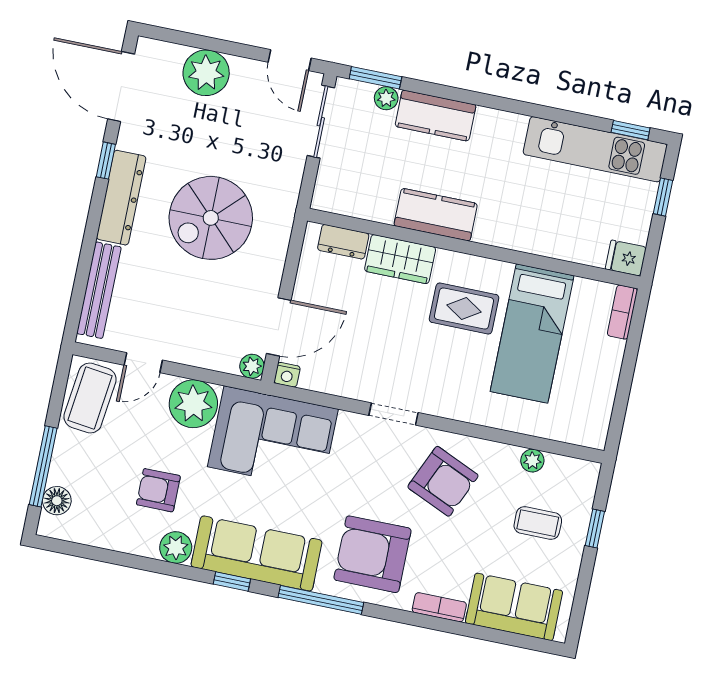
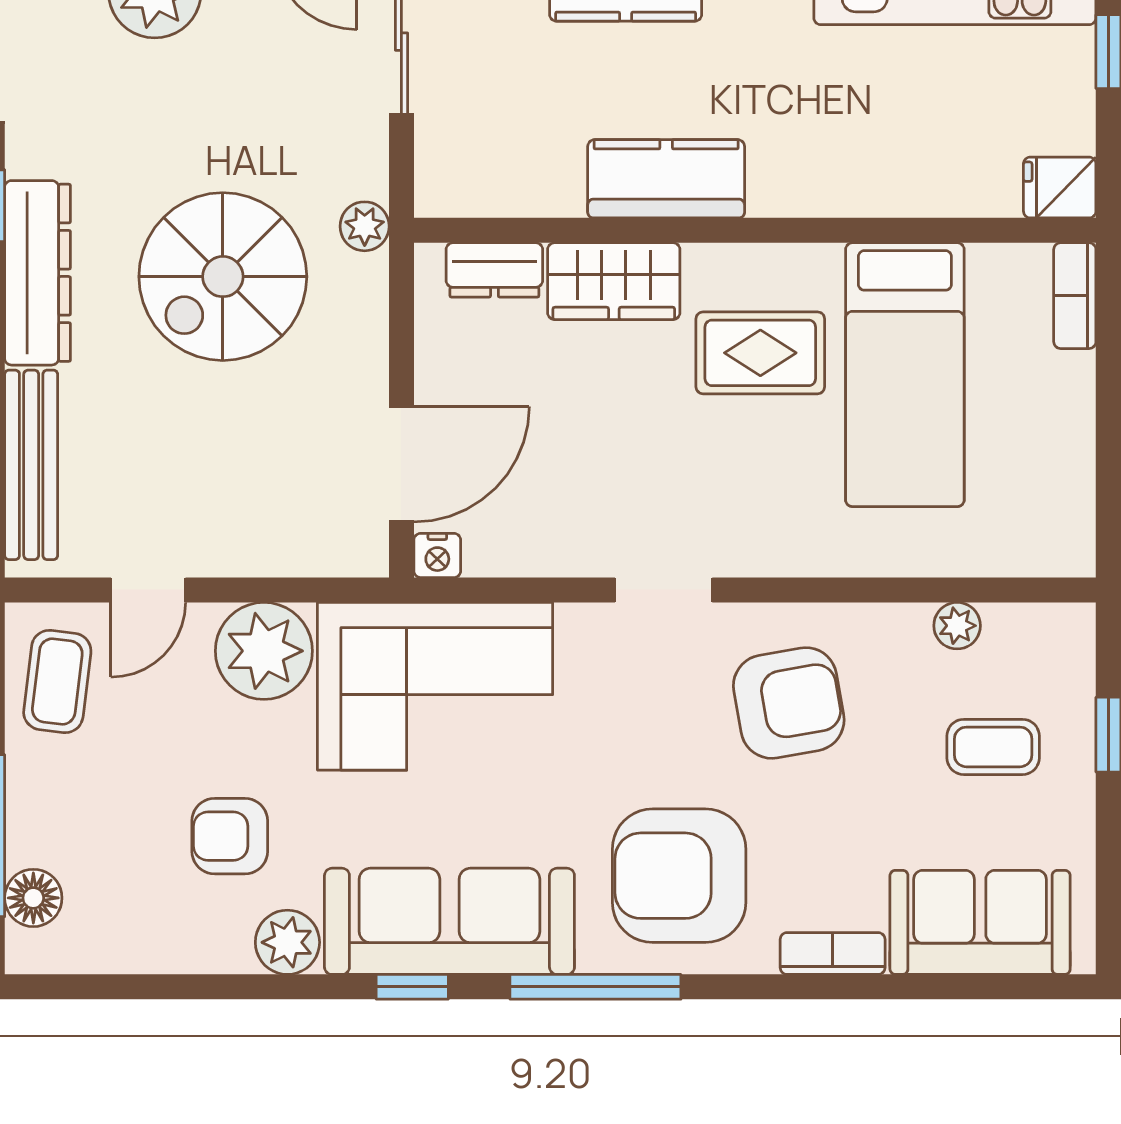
plant: (252, 366) -> (365, 226), moved
coffee table: (90, 398) -> (57, 682), width x0.73, depth x0.77
armchair: (443, 481) -> (789, 703), turned -34

